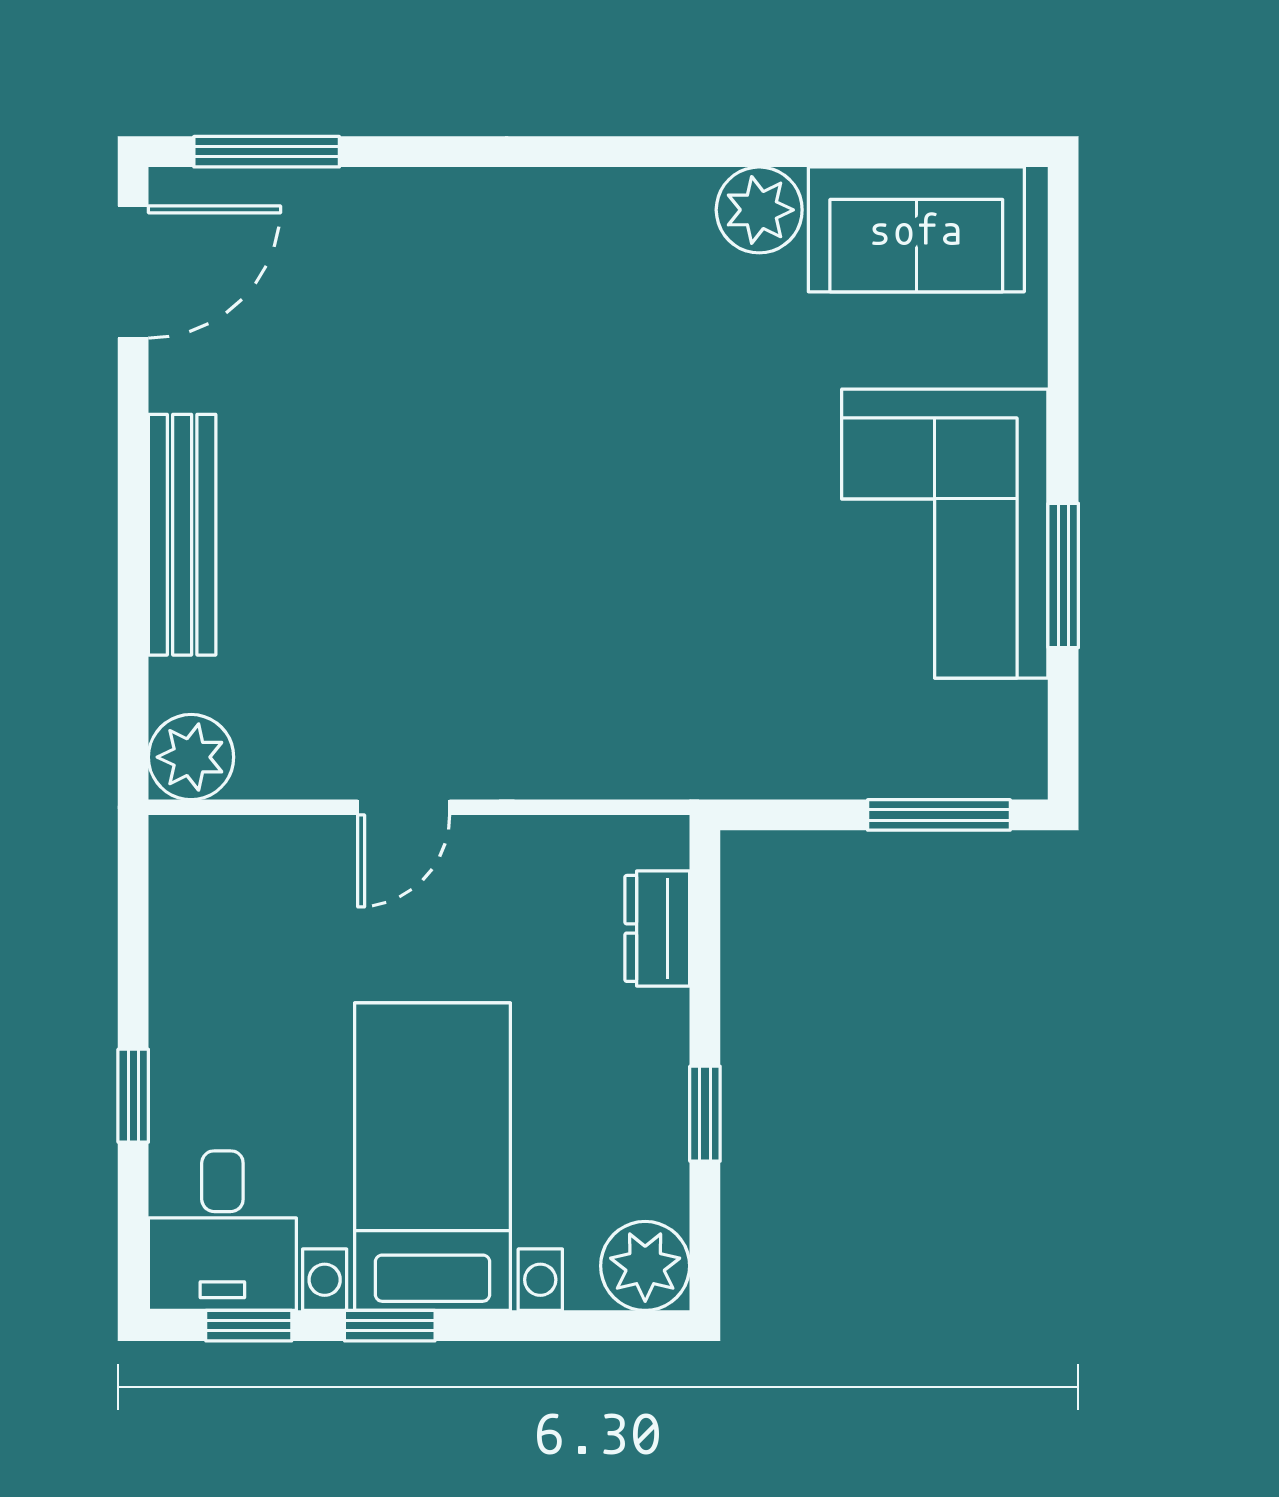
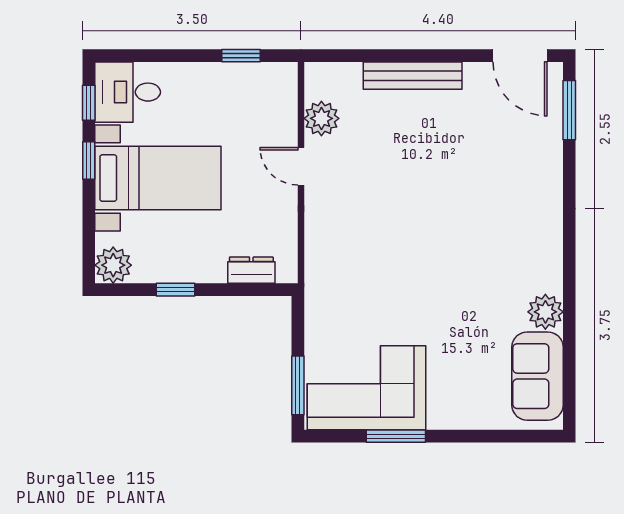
corner sofa: (945, 534) -> (367, 388), moved
plant: (191, 757) -> (321, 118), moved
window: (133, 1096) -> (241, 56), moved

